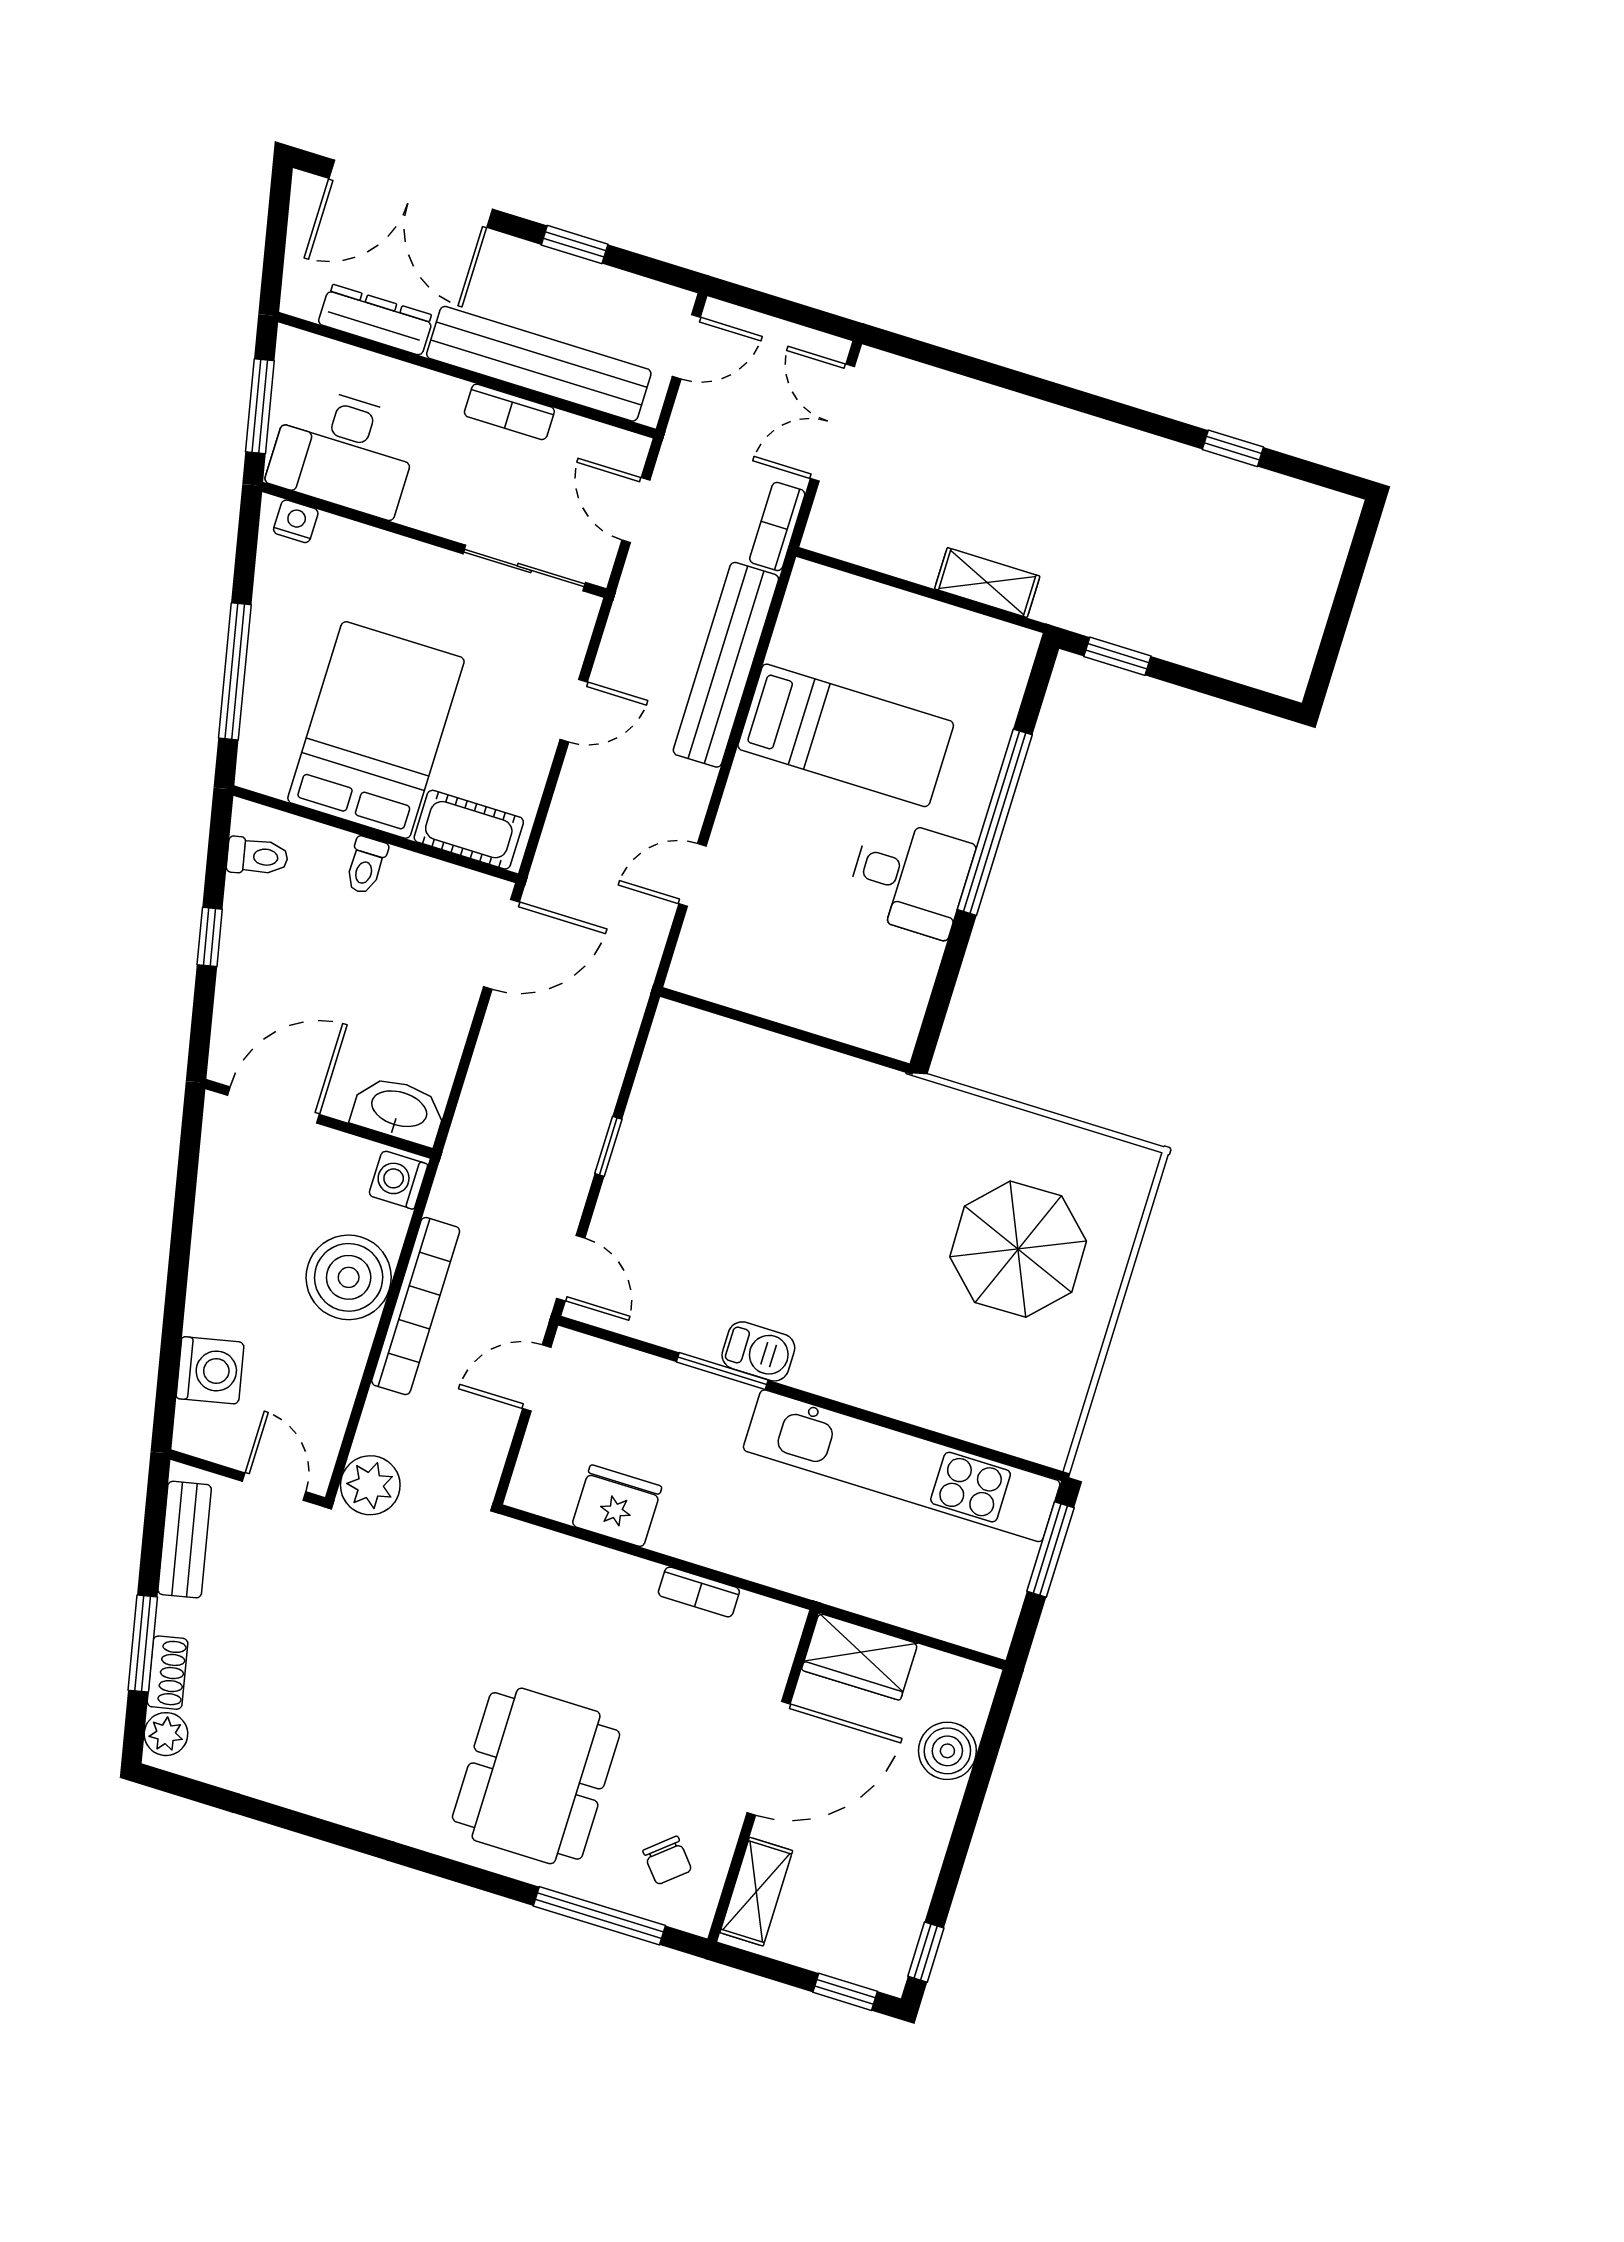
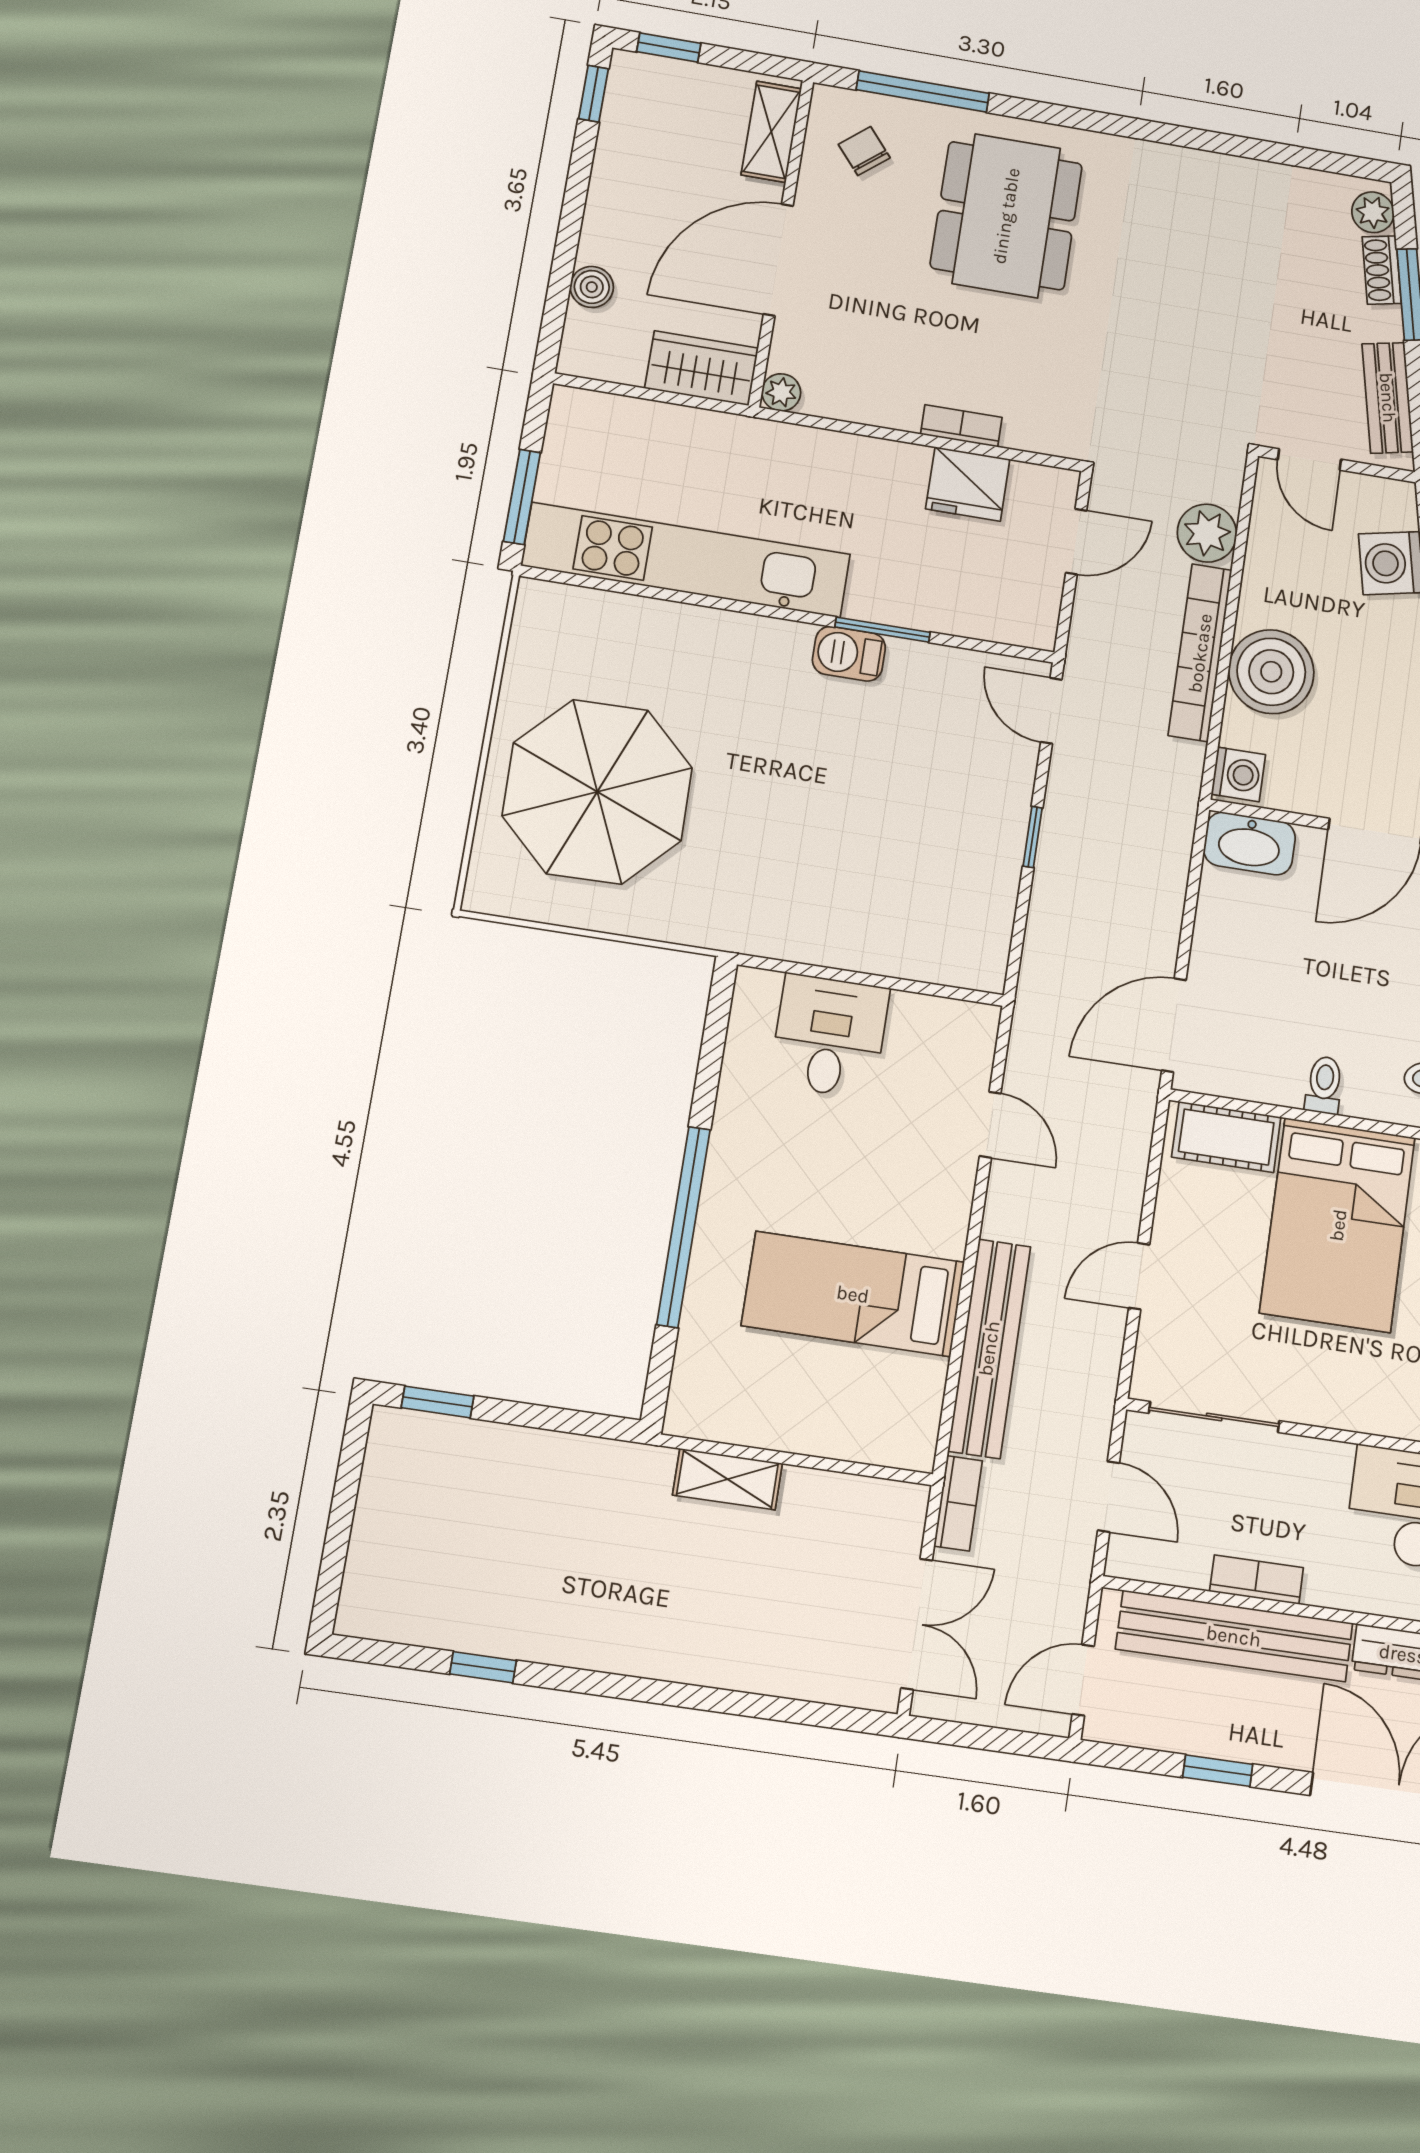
window: (1117, 656) -> (438, 1402), moved
door: (692, 875) -> (990, 1125), hinge flipped
desk: (910, 877) -> (829, 1036), moved, turned 90
parasol: (1018, 1249) -> (597, 792), width x1.36, depth x1.36
door: (537, 1378) -> (1076, 542), moved
plant: (370, 1485) -> (1207, 533), moved
bookcase: (699, 1592) -> (961, 426), moved
plant: (785, 1622) -> (781, 392), added
boiler: (947, 1751) -> (592, 287), width x0.73, depth x0.73

